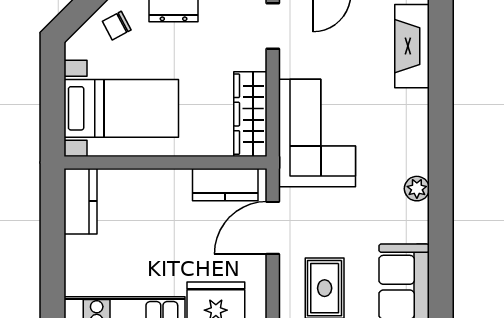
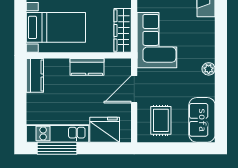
kitchen counter: (225, 185) -> (87, 67), moved

